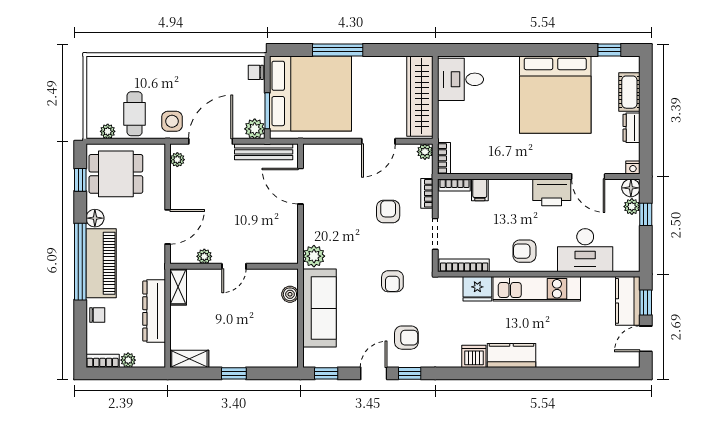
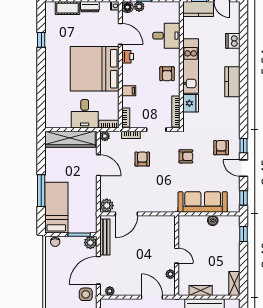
window: (609, 50) -> (41, 40), moved
desk: (460, 79) -> (85, 114), moved
bed: (311, 93) -> (56, 208), width x0.49
bed: (555, 95) -> (95, 69), moved, turned 180
door: (211, 141) -> (98, 270), hinge flipped
door: (588, 176) -> (120, 34), hinge flipped
filing cabinet: (480, 190) -> (129, 91), moved
printer: (552, 192) -> (128, 57), width x0.53, depth x0.68
armchair: (388, 212) -> (142, 159), turned 90
desk: (585, 250) -> (166, 36), width x0.73
plant: (314, 256) -> (107, 206), moved
shelving: (178, 287) -> (201, 290), moved
boiler: (290, 294) -> (213, 220), moved
dishwasher: (474, 356) -> (233, 41), moved
window: (234, 373) -> (244, 234), moved

